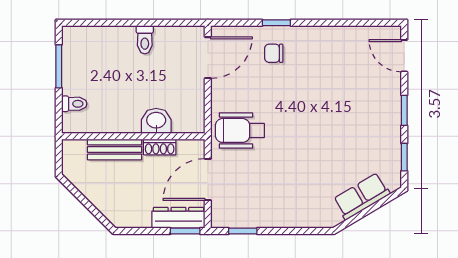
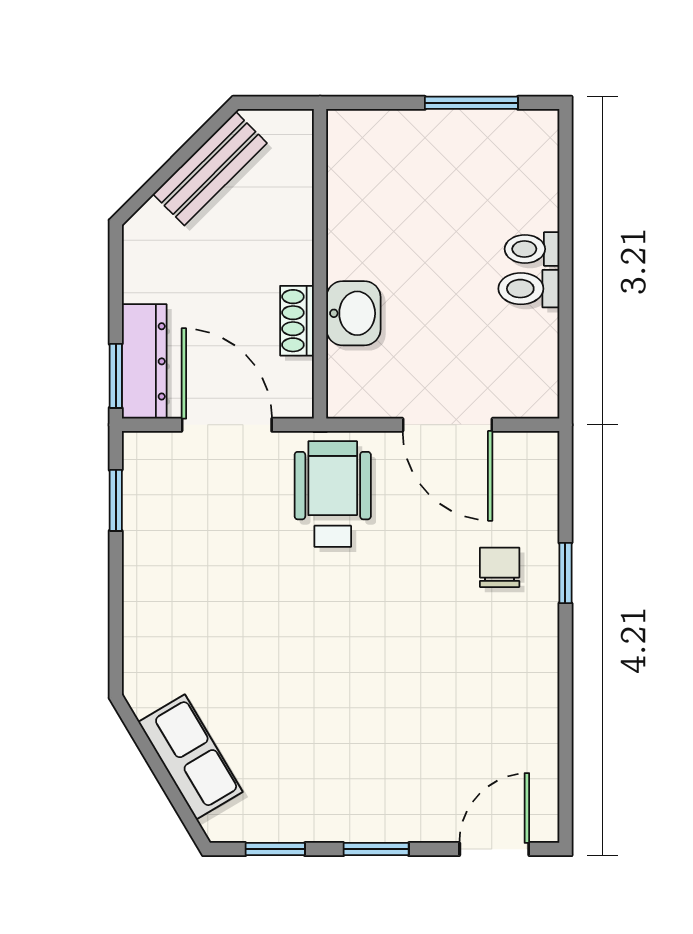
door: (208, 58) -> (448, 425), moved
toilet: (74, 104) -> (532, 249), moved, turned 90
bench: (114, 150) -> (210, 169), moved, turned 45

